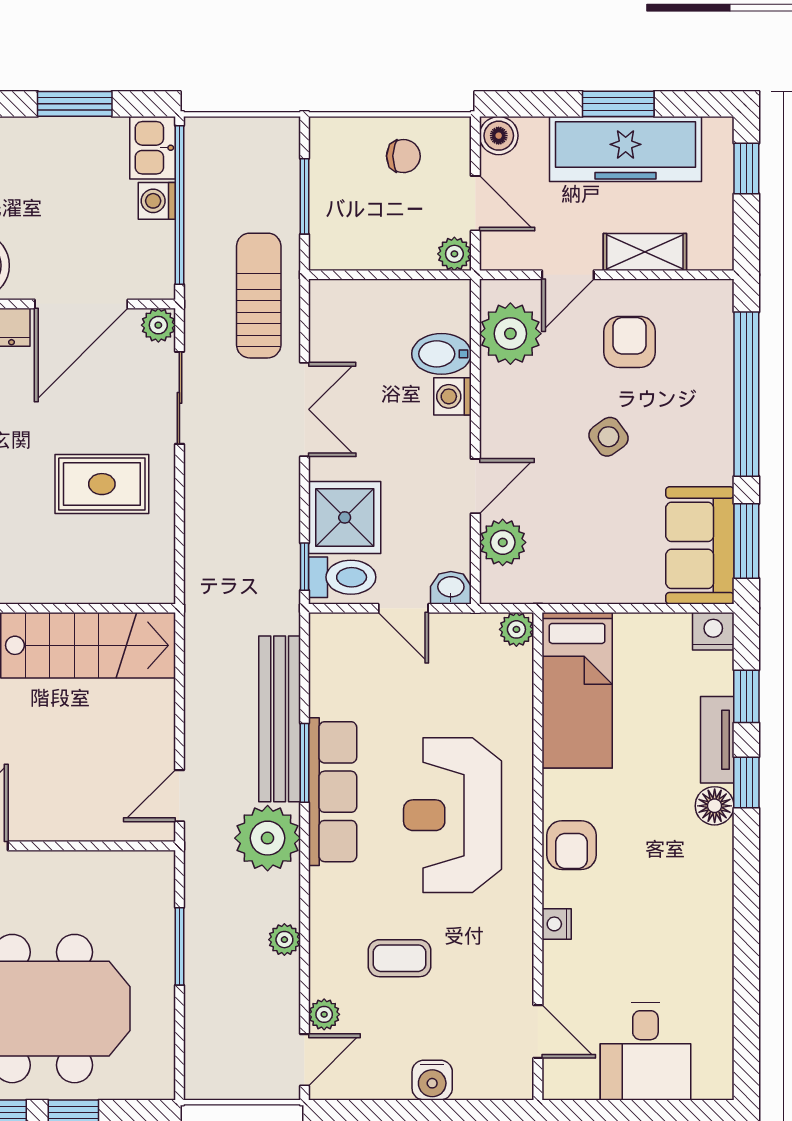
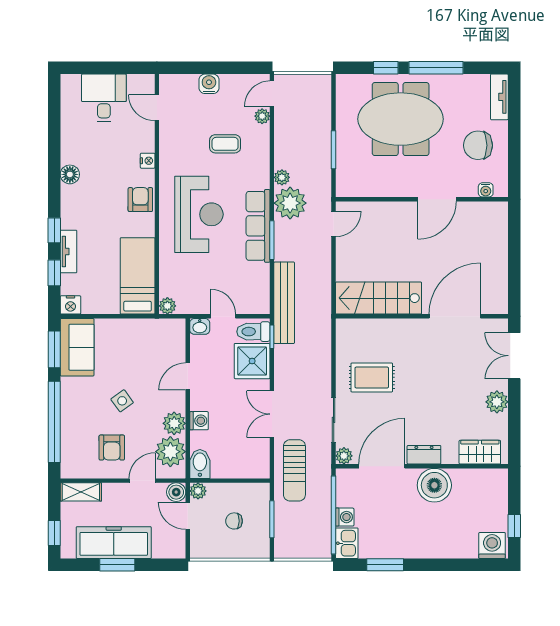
boiler: (499, 136) -> (176, 492), moved
chair: (403, 156) -> (234, 521), moved
shelving: (645, 252) -> (81, 492), moved
bidet: (441, 354) -> (200, 464), moved, turned -90
plant: (503, 542) -> (174, 423), moved
bench: (280, 719) -> (284, 303), moved
floor lamp: (715, 806) -> (70, 174), moved
plant: (284, 940) -> (282, 177), moved

